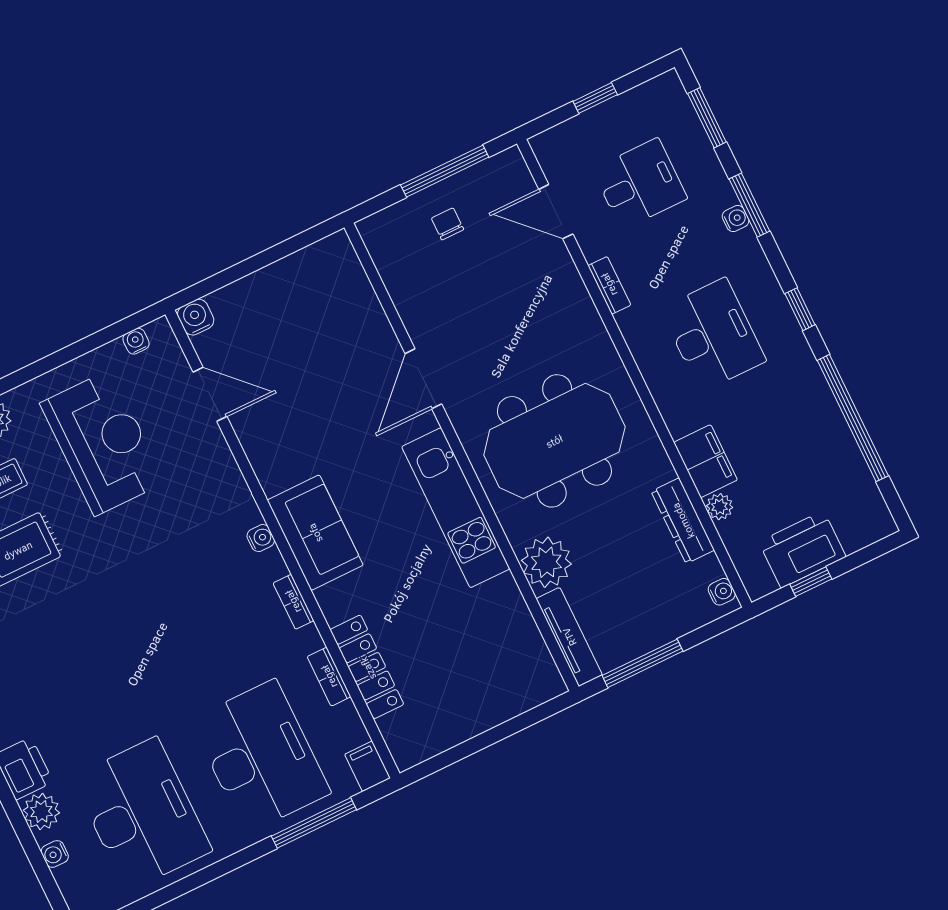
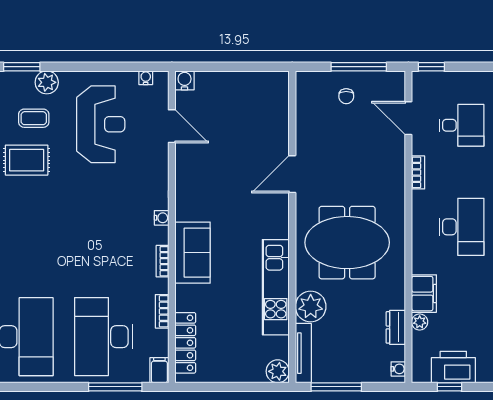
window: (595, 98) -> (431, 67), moved
chair: (448, 224) -> (346, 96), turned 180
kitchen unit: (456, 508) -> (276, 287), moved
dresser: (683, 521) -> (396, 327), width x0.70
sofa: (315, 533) -> (193, 253), moved
locker: (367, 667) -> (185, 343), moved
plant: (544, 682) -> (278, 371), added
desk: (260, 756) -> (104, 337), turned 180

